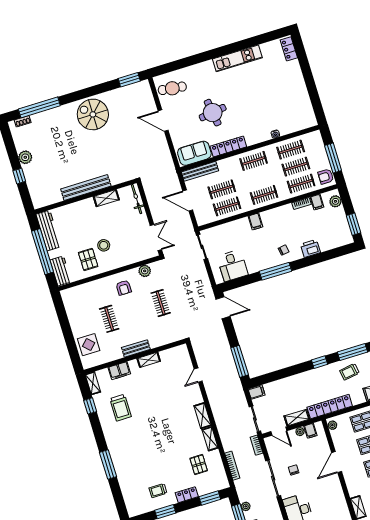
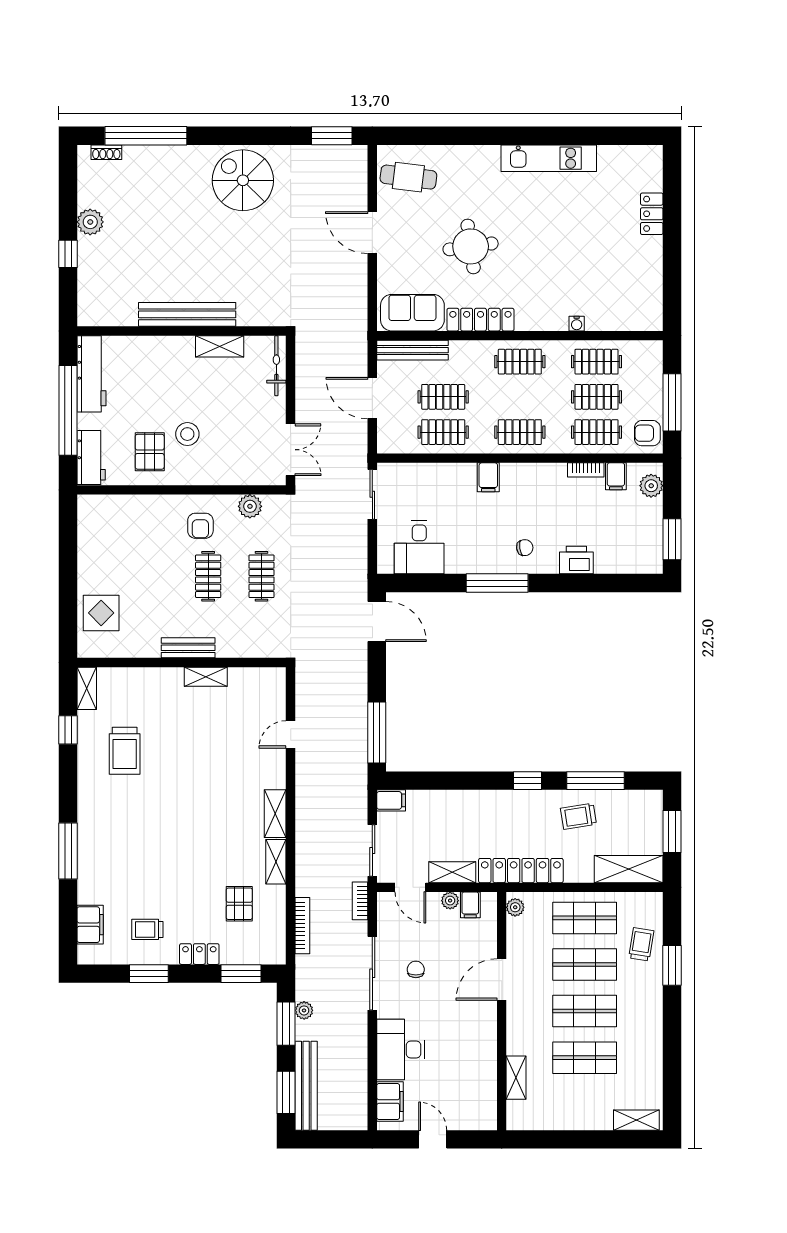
locker: (289, 49) -> (652, 214), moved
clothes rail: (109, 319) -> (208, 576), moved
filing cabinet: (119, 371) -> (90, 925), moved, turned -90

